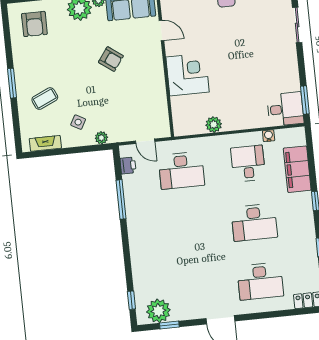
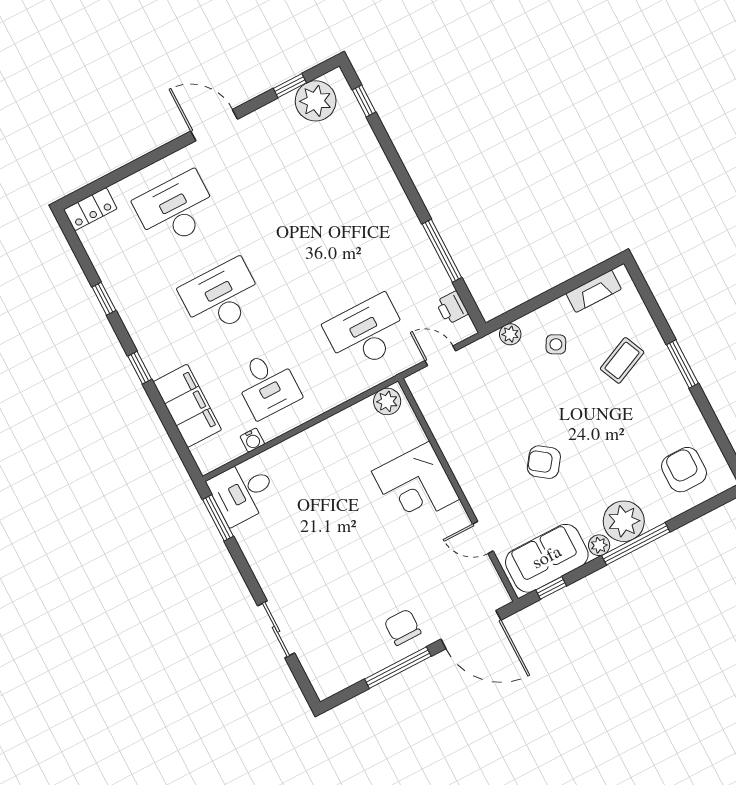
plant: (214, 125) -> (387, 401), moved

